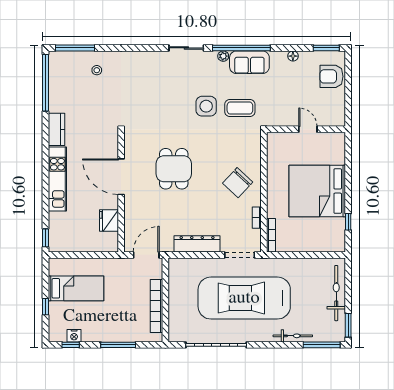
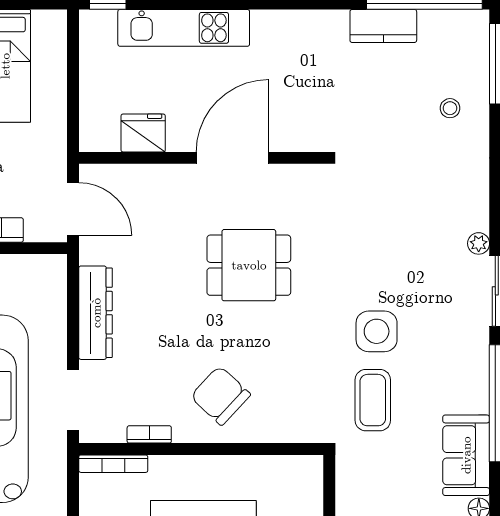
plant: (223, 56) -> (479, 243), moved
sofa: (249, 62) -> (466, 455), moved
kitchen counter: (56, 129) -> (383, 26), moved
kitchen unit: (57, 179) -> (184, 28), moved

